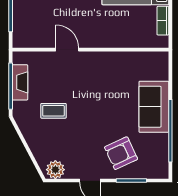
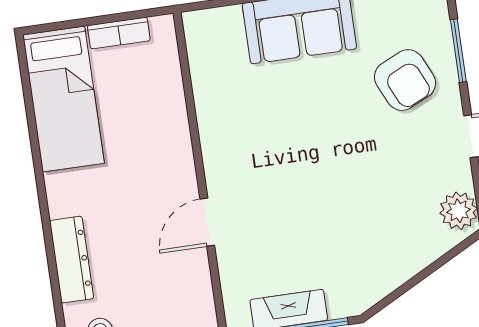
coffee table: (53, 111) -> (338, 232), removed

